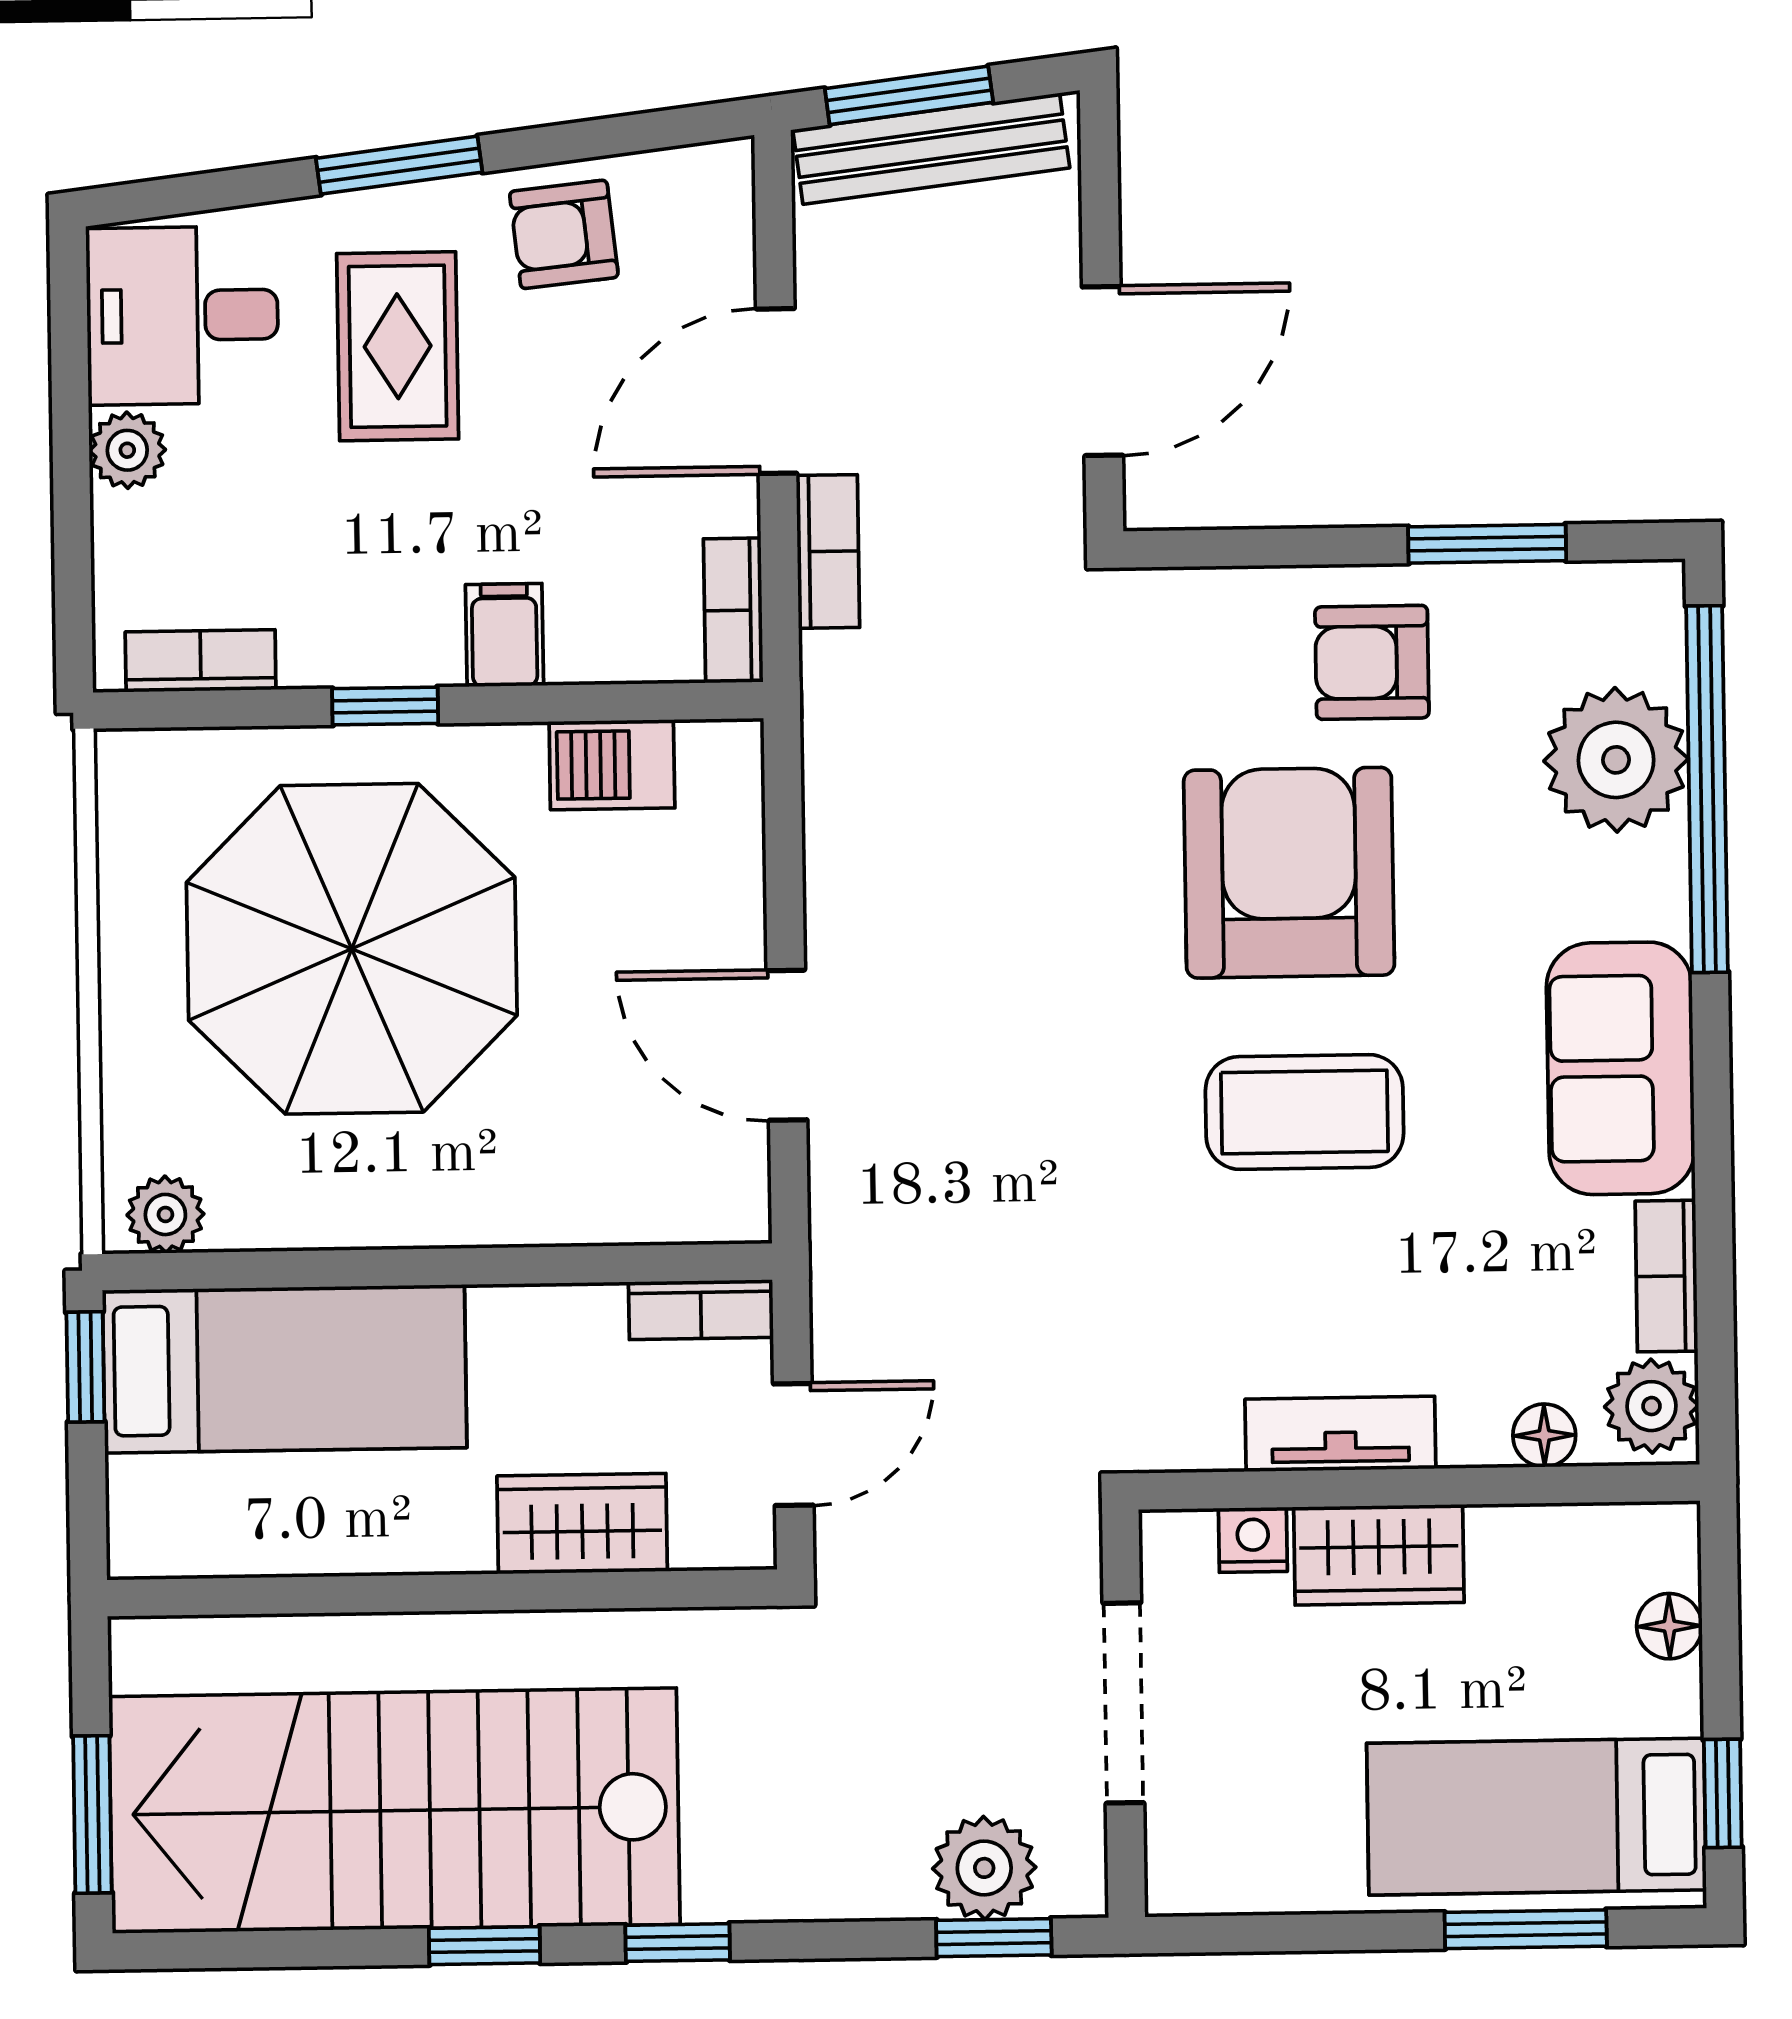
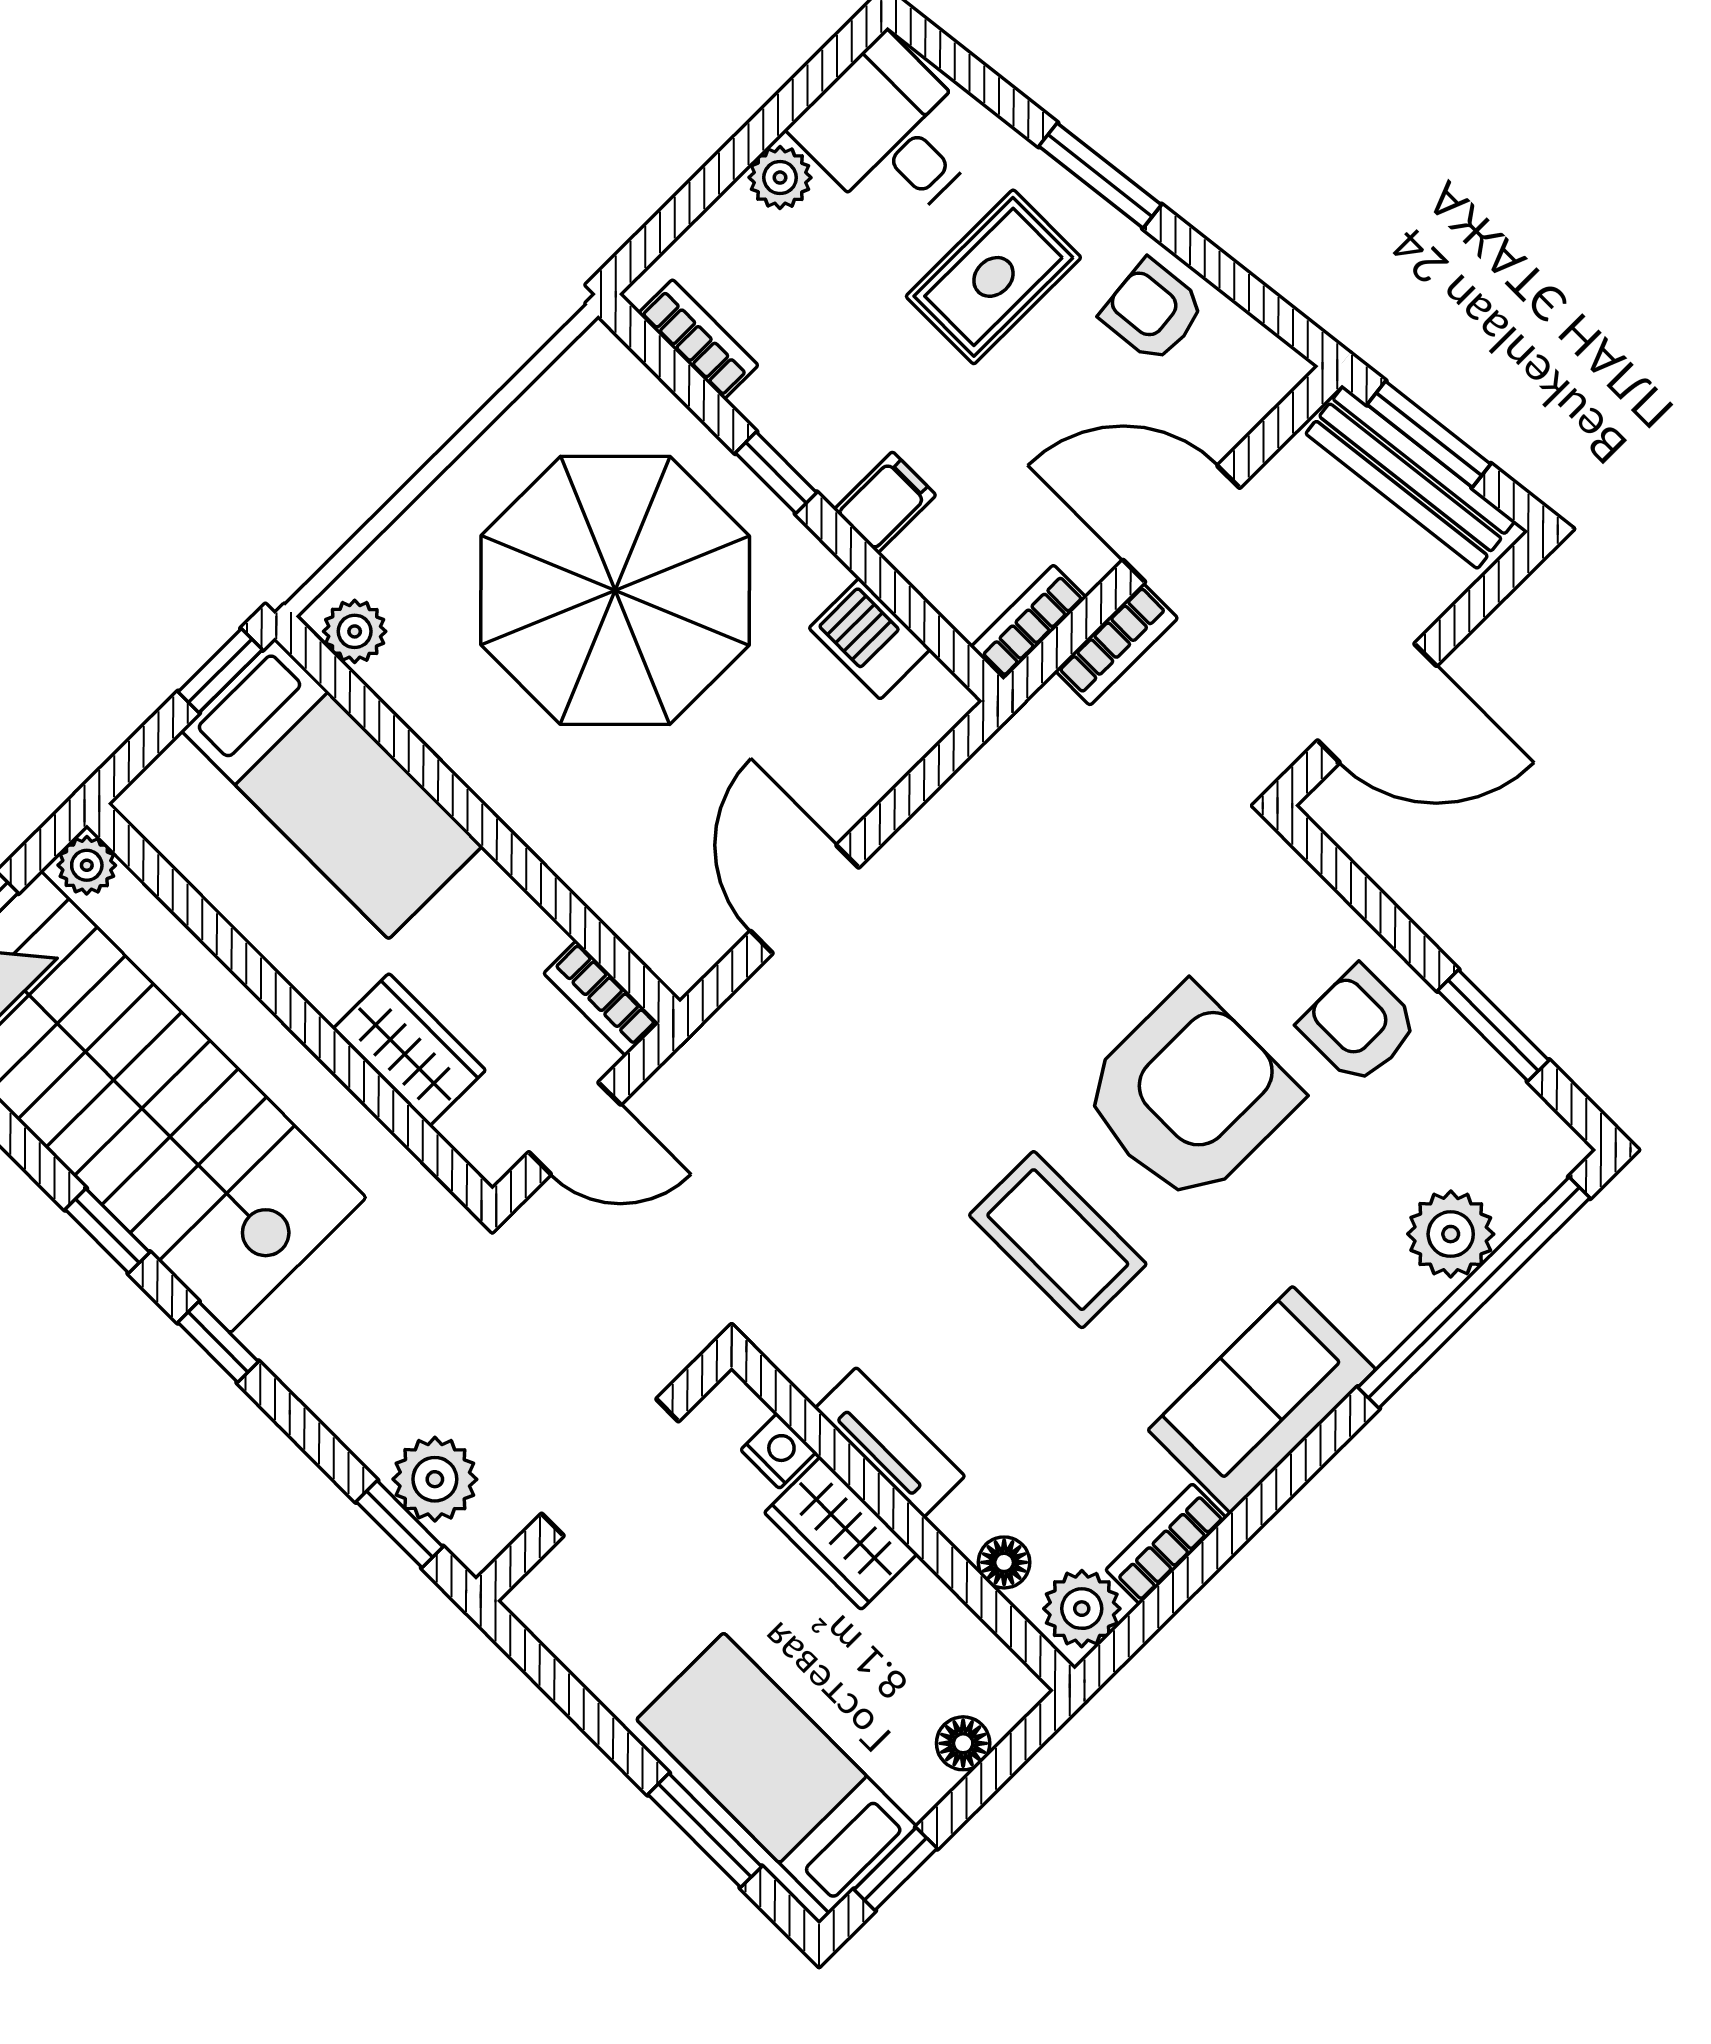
plant: (1616, 760) -> (1451, 1234), width x0.73, depth x0.73
plant: (144, 1651) -> (87, 865), added

